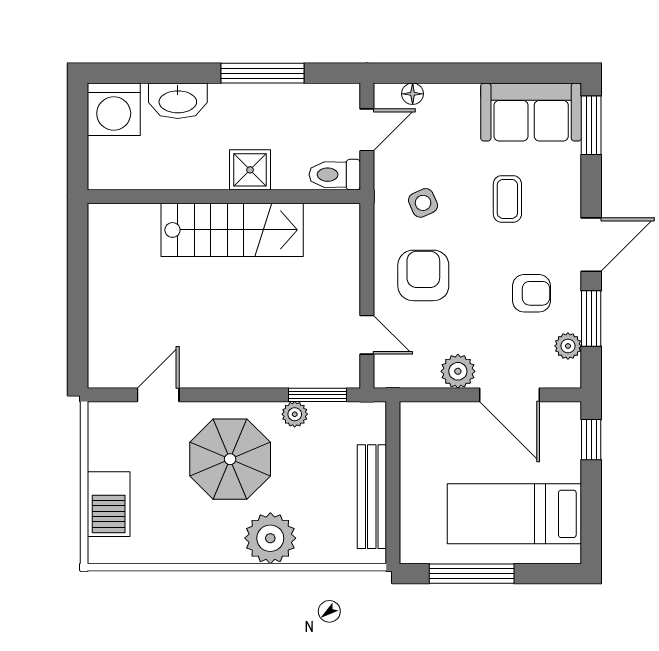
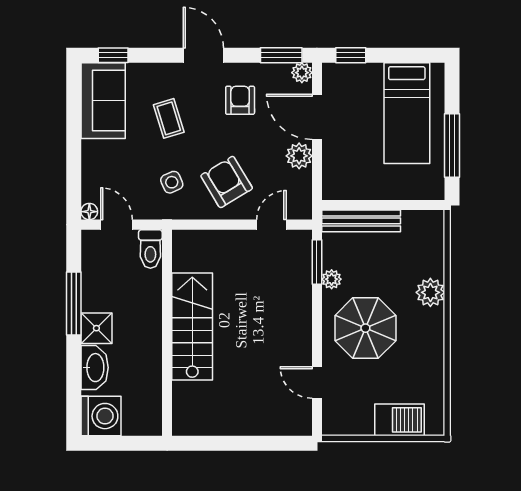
floor lamp: (413, 94) -> (89, 212), moved
window: (591, 125) -> (113, 55), width x0.67
shower: (250, 170) -> (96, 328), moved
coffee table: (507, 199) -> (169, 118), turned 73
armchair: (423, 275) -> (227, 182), turned 59
window: (591, 319) -> (281, 55), moved
plant: (568, 346) -> (302, 73), moved
door: (510, 395) -> (317, 117), swing flipped
bench: (372, 497) -> (361, 221), moved
plant: (270, 538) -> (430, 292), width x0.73, depth x0.73

